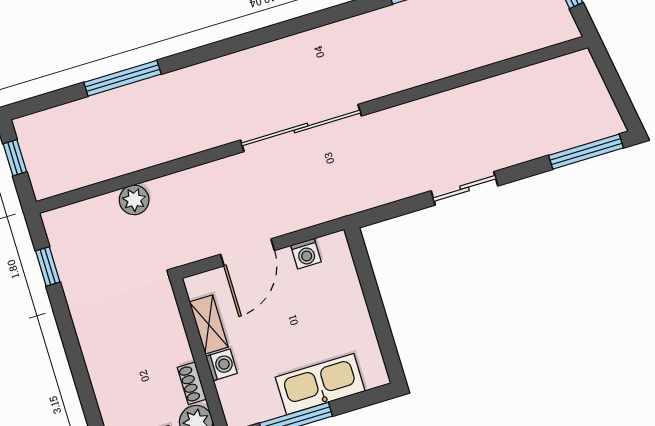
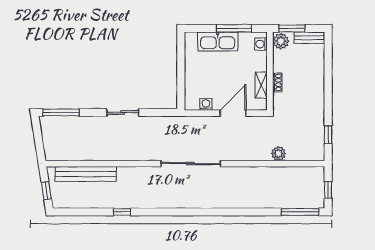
bench: (501, 45) -> (86, 174), added
window: (123, 78) -> (300, 212), moved
washing machine: (222, 365) -> (261, 44), moved
shoe rack: (192, 383) -> (277, 82), moved

